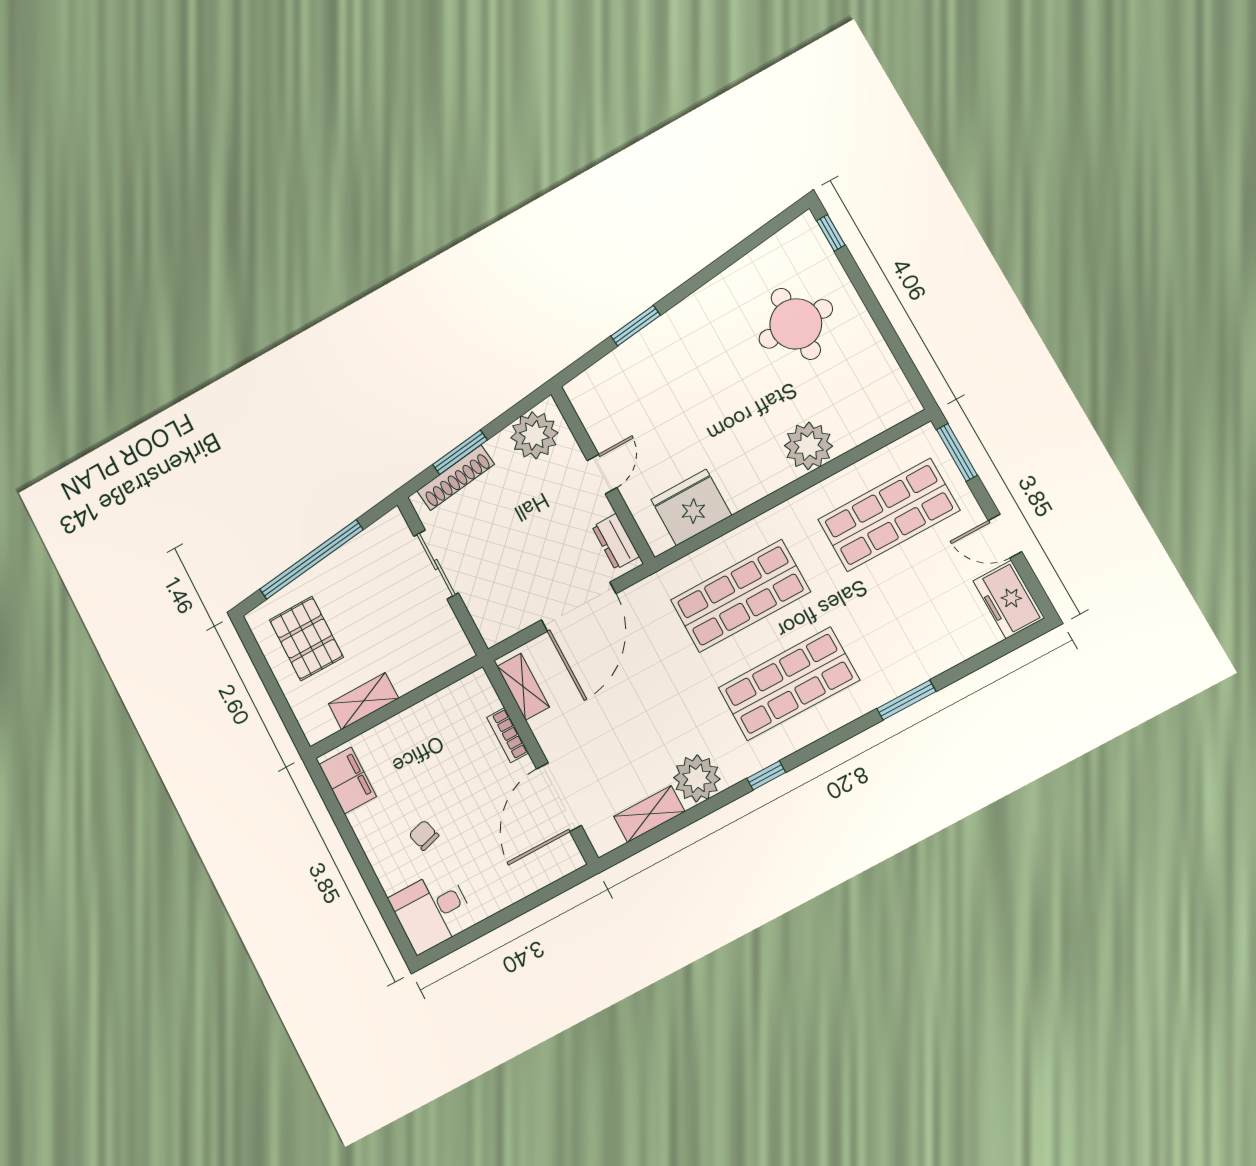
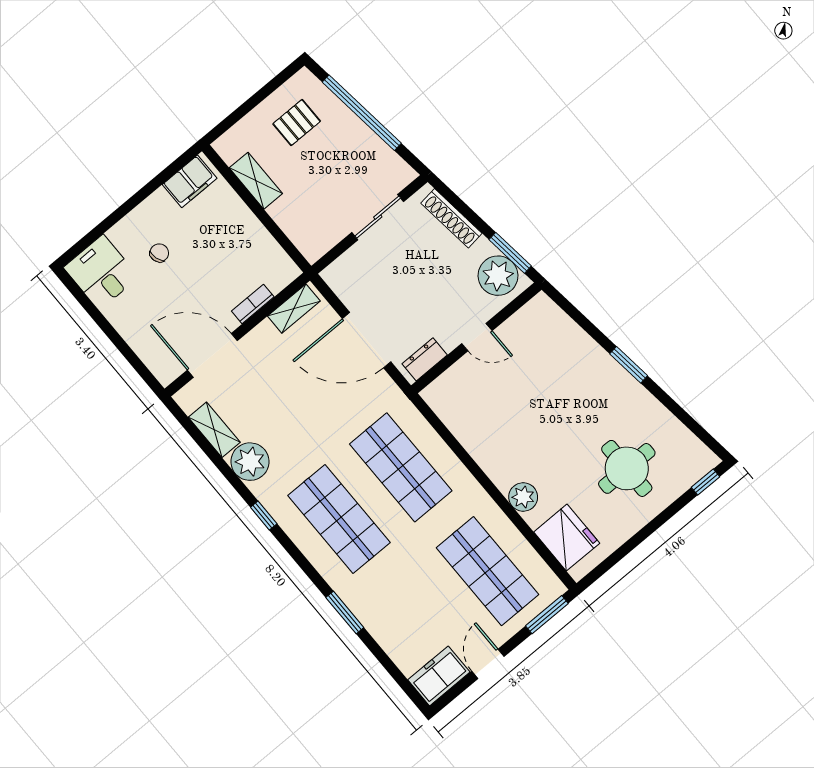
window: (636, 326) -> (629, 365), moved
plant: (809, 446) -> (523, 497), width x0.73, depth x0.73
window: (460, 452) -> (510, 253), moved
fridge: (691, 507) -> (567, 538), moved
pallet: (306, 639) -> (297, 122), width x0.67, depth x0.71

